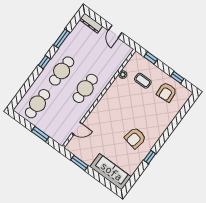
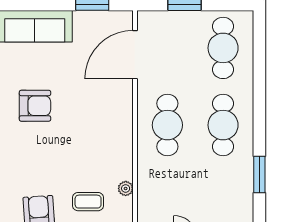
window: (44, 62) -> (259, 119), removed
door: (77, 128) -> (135, 55), width x1.87
armchair: (135, 138) -> (35, 106), turned 79

